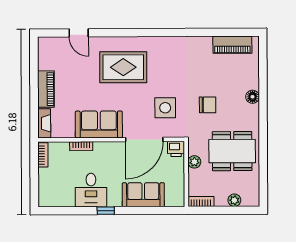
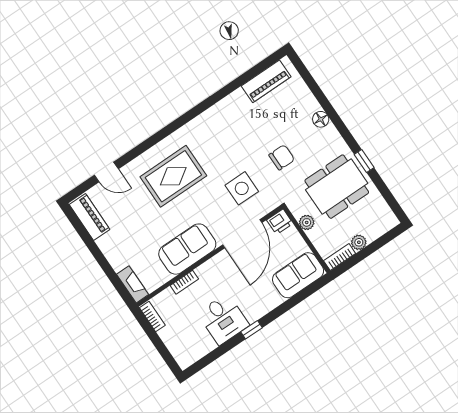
piano: (46, 89) -> (89, 217), moved
window: (263, 146) -> (364, 161), added
sofa: (143, 195) -> (298, 275), moved
plant: (234, 200) -> (359, 242), moved

